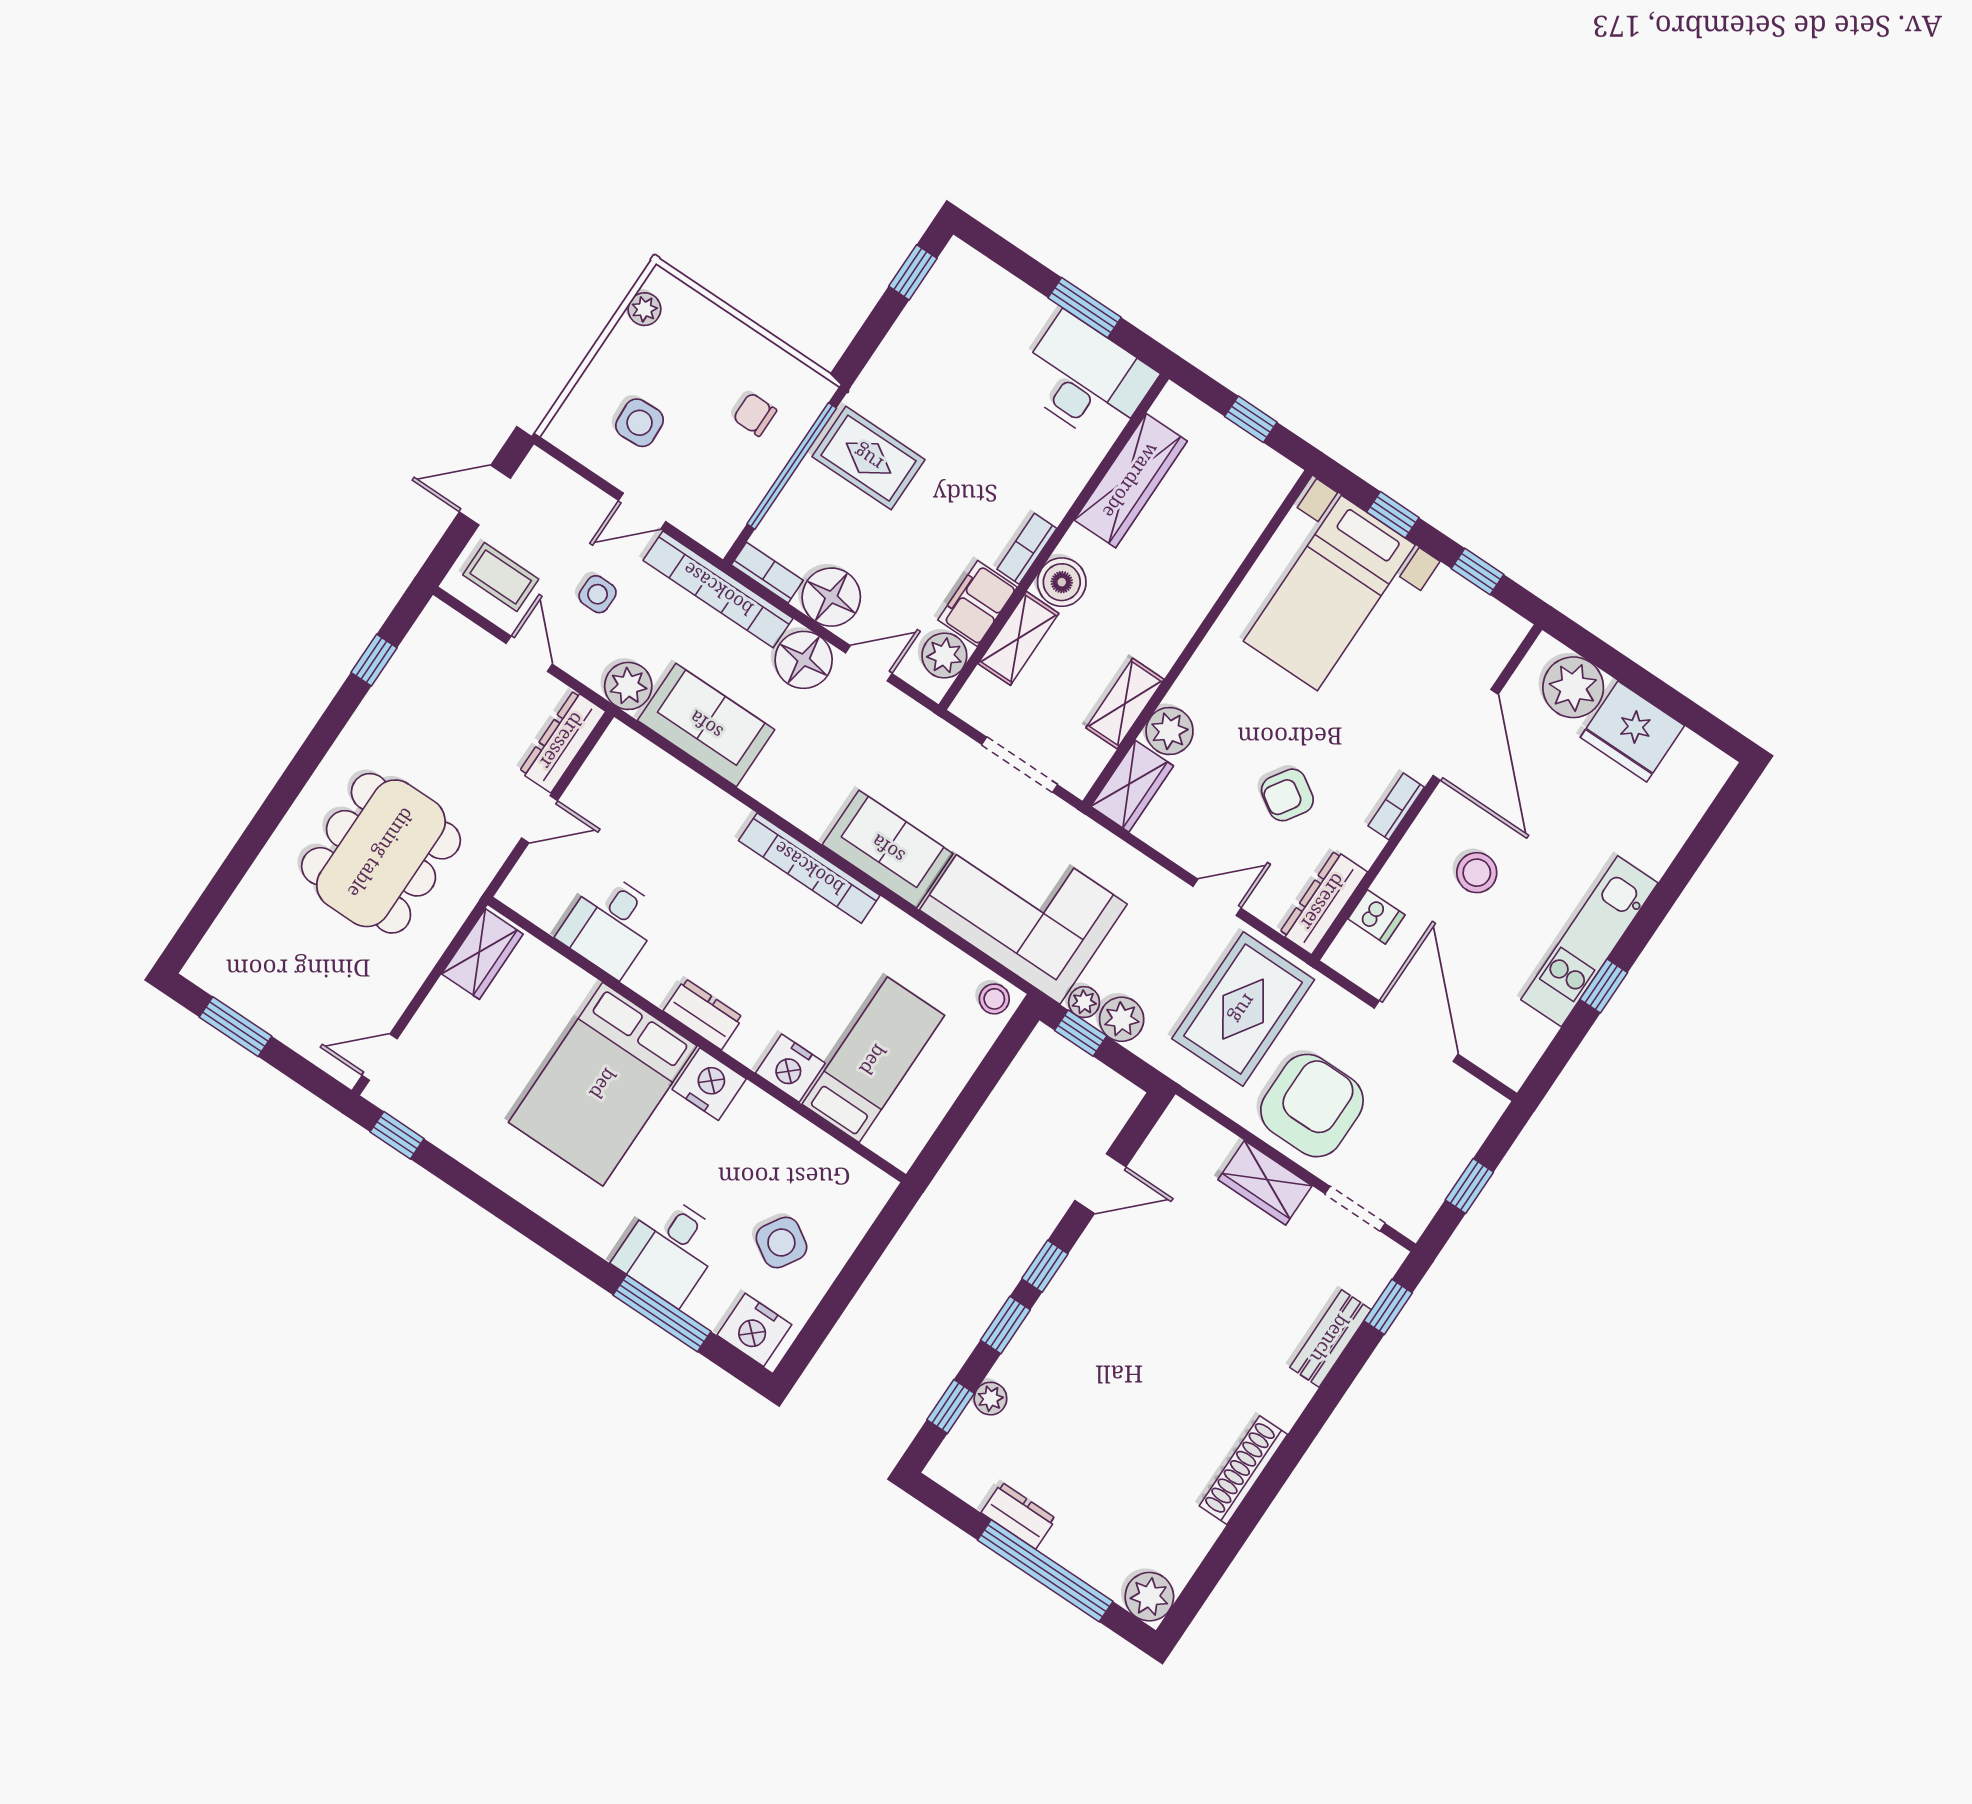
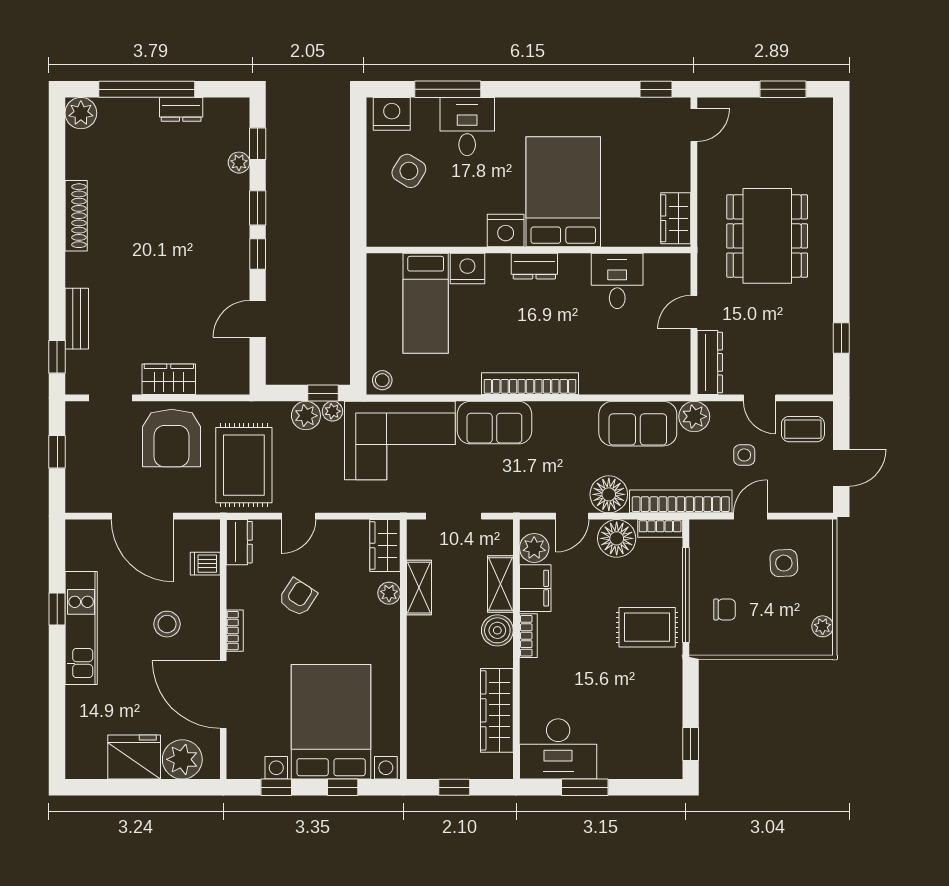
bed with nightstands: (1329, 593) -> (331, 722), width x1.36
plant: (1170, 731) -> (389, 593), width x0.73, depth x0.73
dresser: (1323, 902) -> (239, 542), width x0.70

